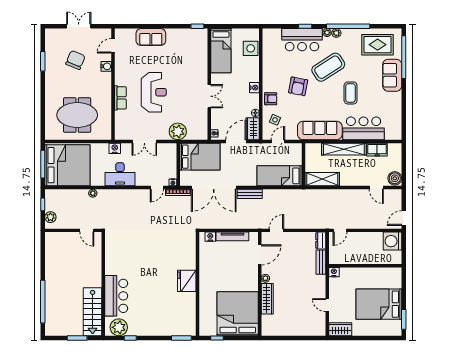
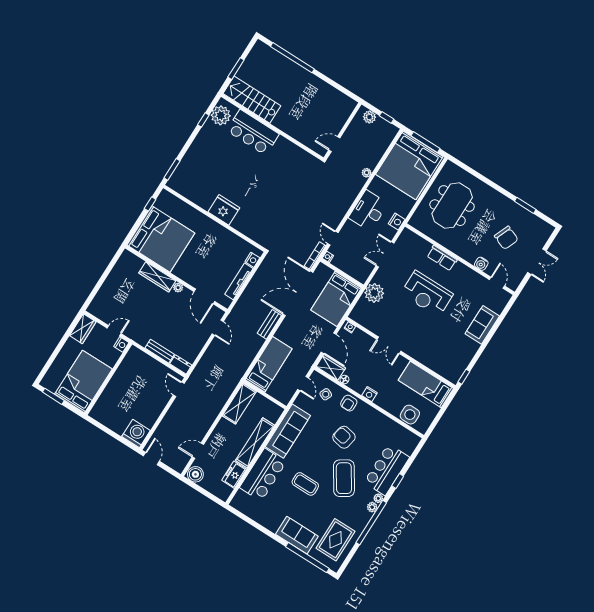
wall: (365, 266) -> (108, 379), moved
nightstand: (334, 272) -> (121, 345), moved

